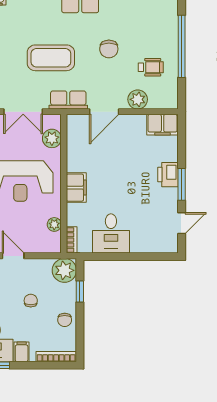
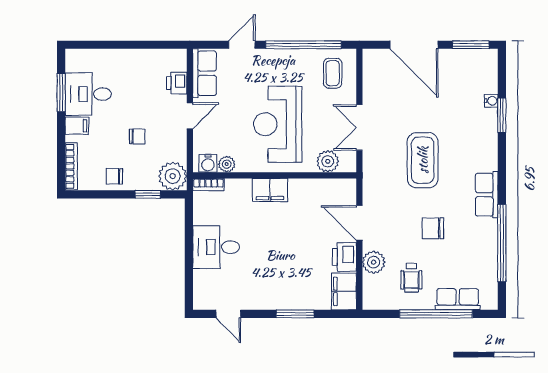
row of seats: (68, 100) -> (458, 299), moved, turned -90
printer: (168, 175) -> (344, 257), moved, turned -90
window: (182, 184) -> (295, 314), moved
desk: (111, 233) -> (216, 247), moved
water cooler: (54, 240) -> (208, 163), added

